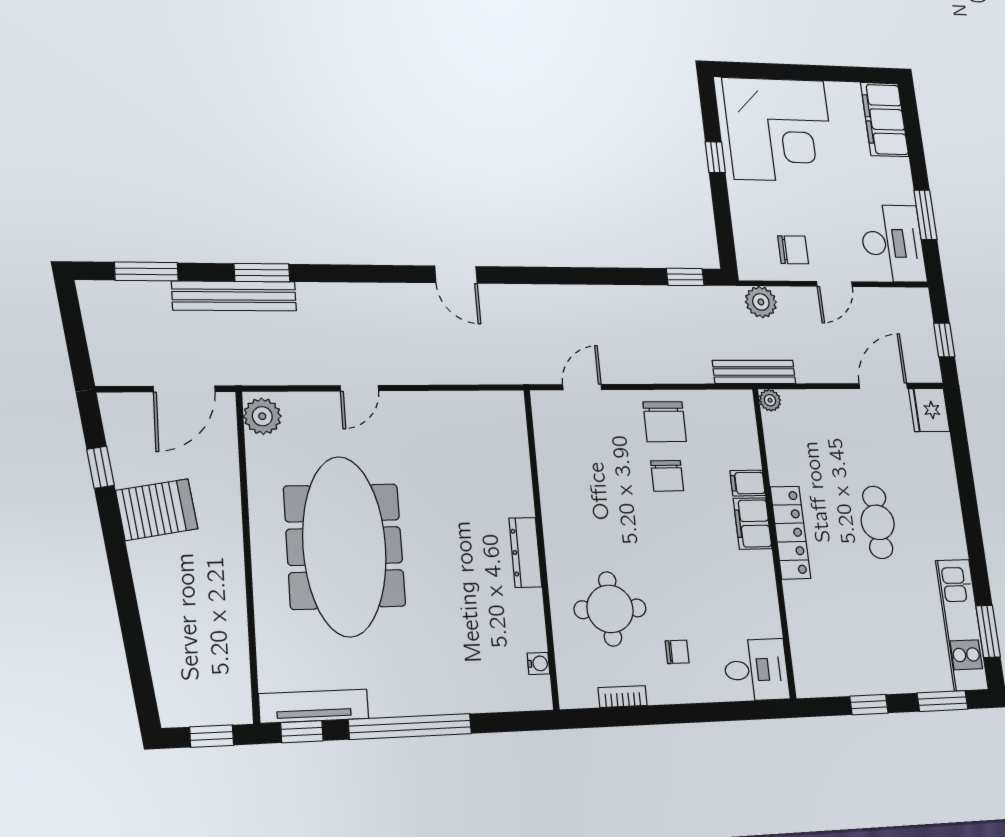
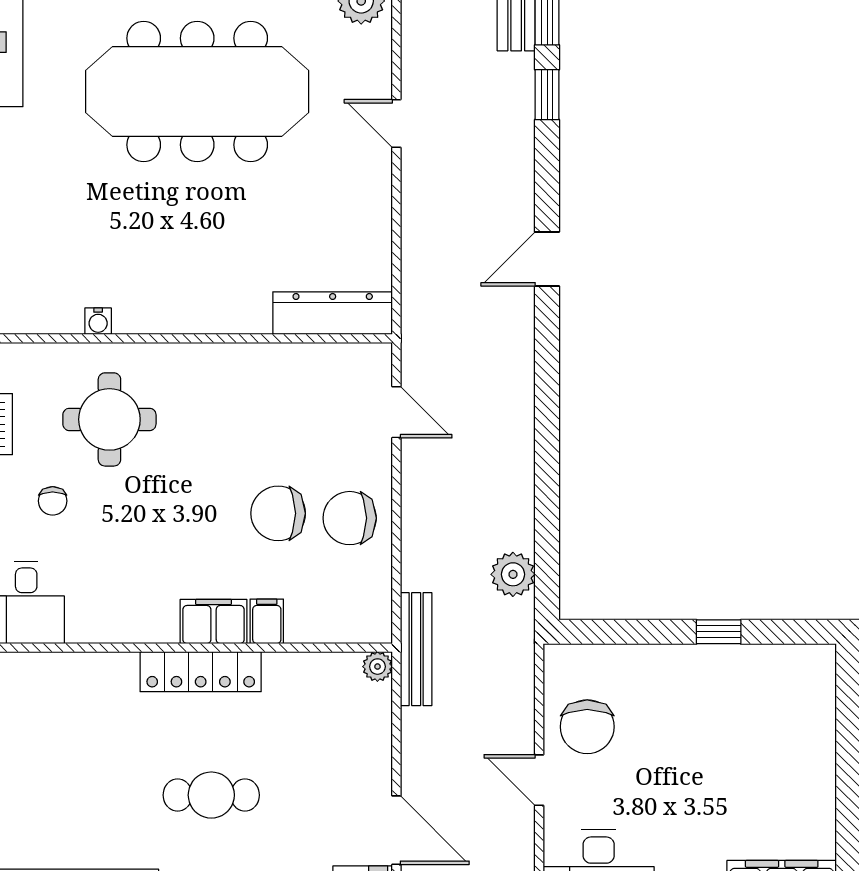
corner desk: (779, 130) -> (762, 730), removed
chair: (793, 250) -> (587, 727), width x1.37, depth x1.37
window: (685, 277) -> (547, 95), moved
plant: (761, 302) -> (513, 574), moved
chair: (667, 476) -> (278, 513), width x1.37, depth x1.37
dresser: (525, 552) -> (333, 313), moved, width x1.37, depth x1.24
water cooler: (538, 663) -> (98, 321), moved

